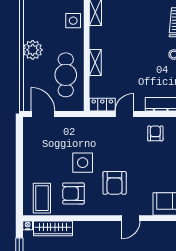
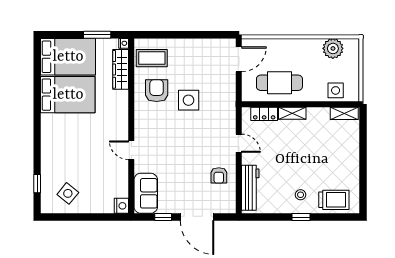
plant: (33, 50) -> (333, 48), moved
locker: (102, 105) -> (264, 114), moved, turned 90
armchair: (155, 133) -> (219, 175), turned 90
armchair: (115, 183) -> (168, 133), removed

